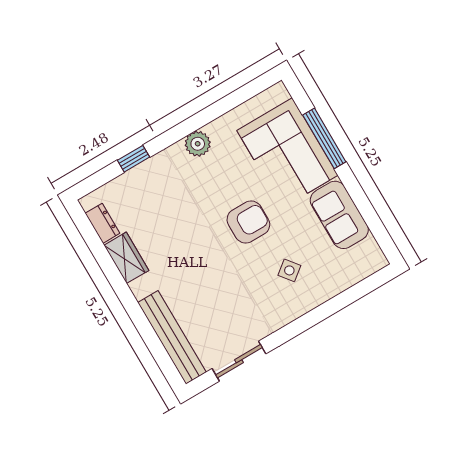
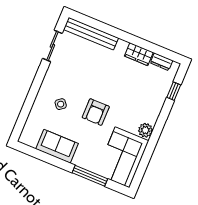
corner sofa: (287, 153) -> (122, 157), moved, turned -90
window: (134, 159) -> (174, 91), moved

